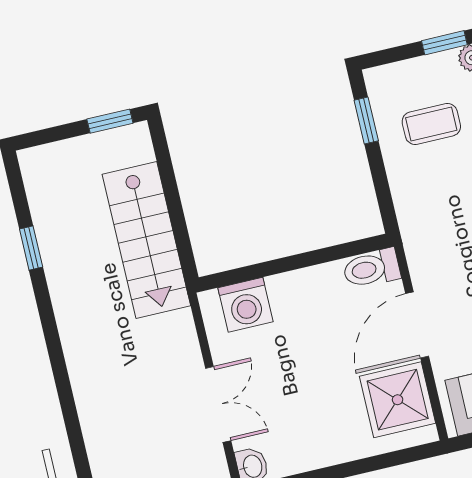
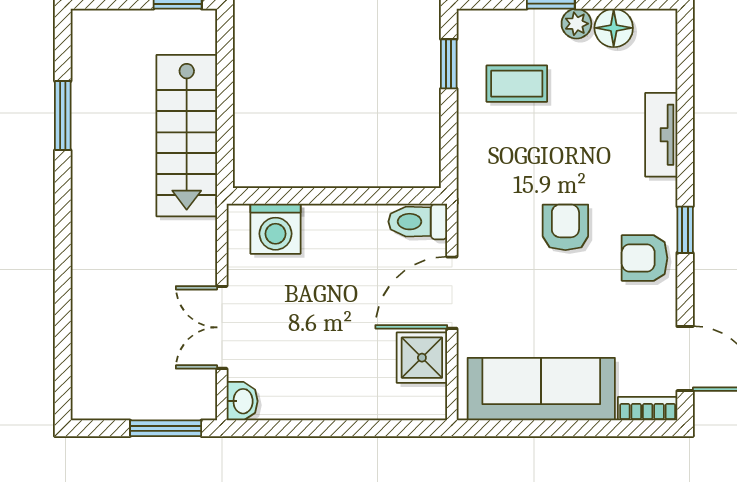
window: (31, 248) -> (63, 116), width x1.50
shower: (398, 400) -> (422, 358), width x0.73, depth x0.73
double door: (218, 404) -> (222, 327), swing flipped

